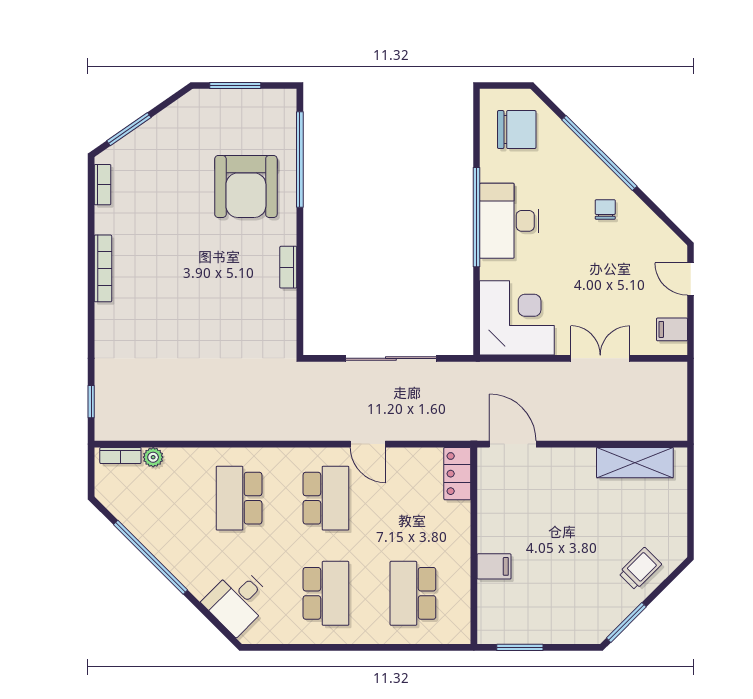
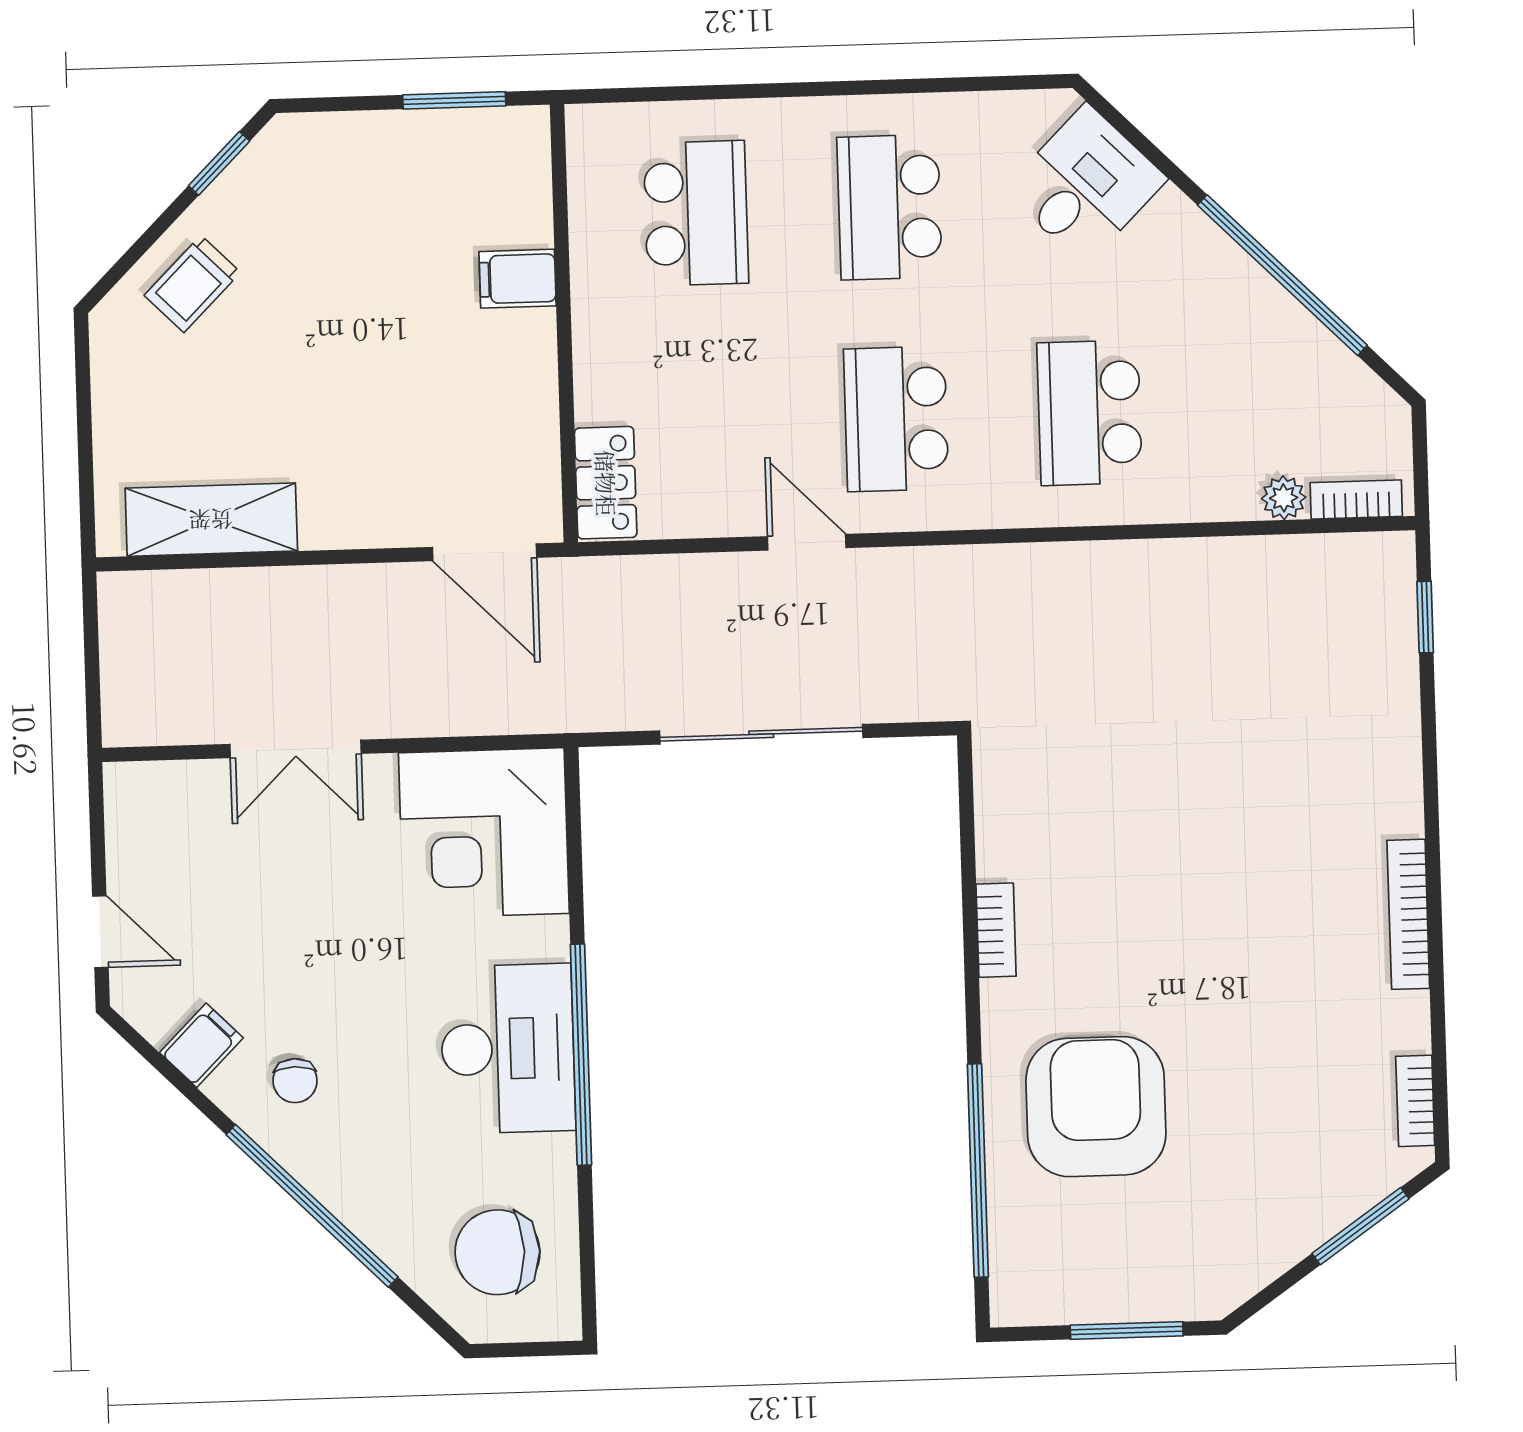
filing cabinet: (672, 329) -> (201, 1045), moved, turned -45
school desk: (239, 498) -> (1090, 413), turned 180
window: (626, 622) -> (219, 163), width x0.67

